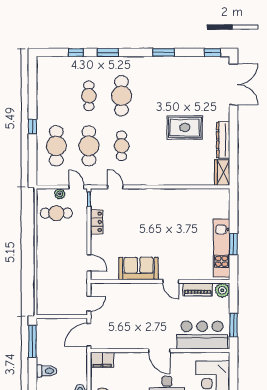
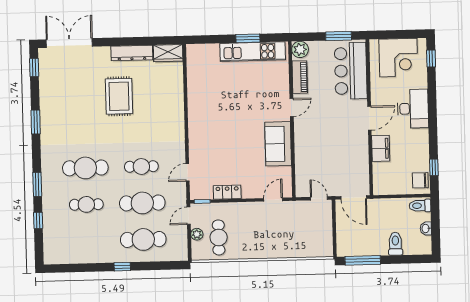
filing cabinet: (102, 360) -> (381, 148), moved

